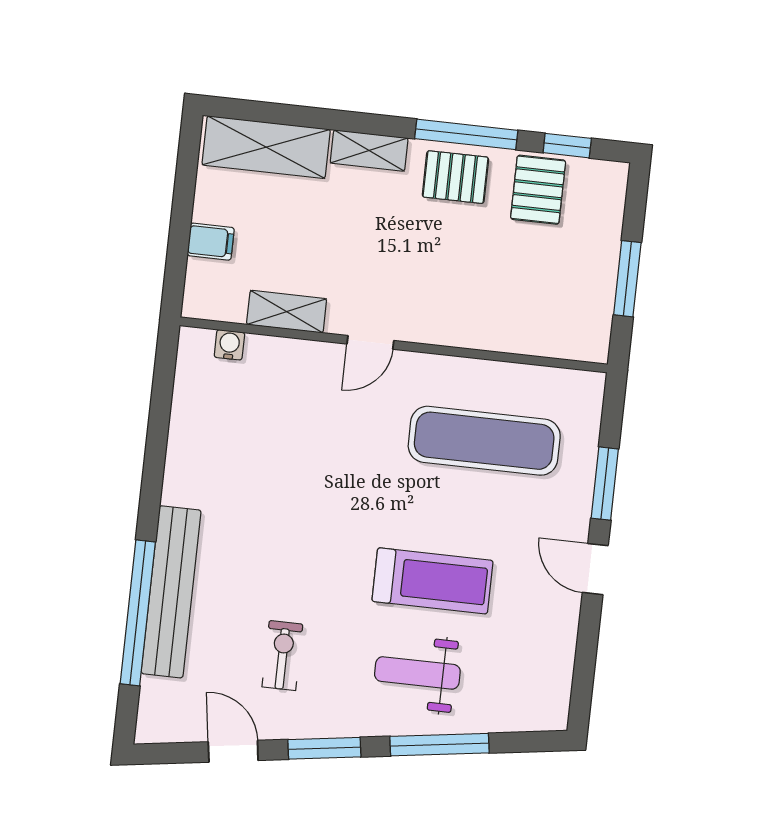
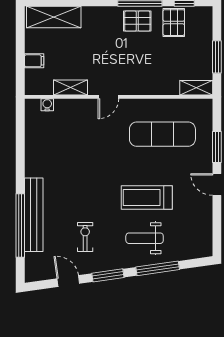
shelving: (369, 151) -> (196, 88), moved
treadmill: (432, 581) -> (147, 197), turned 180

